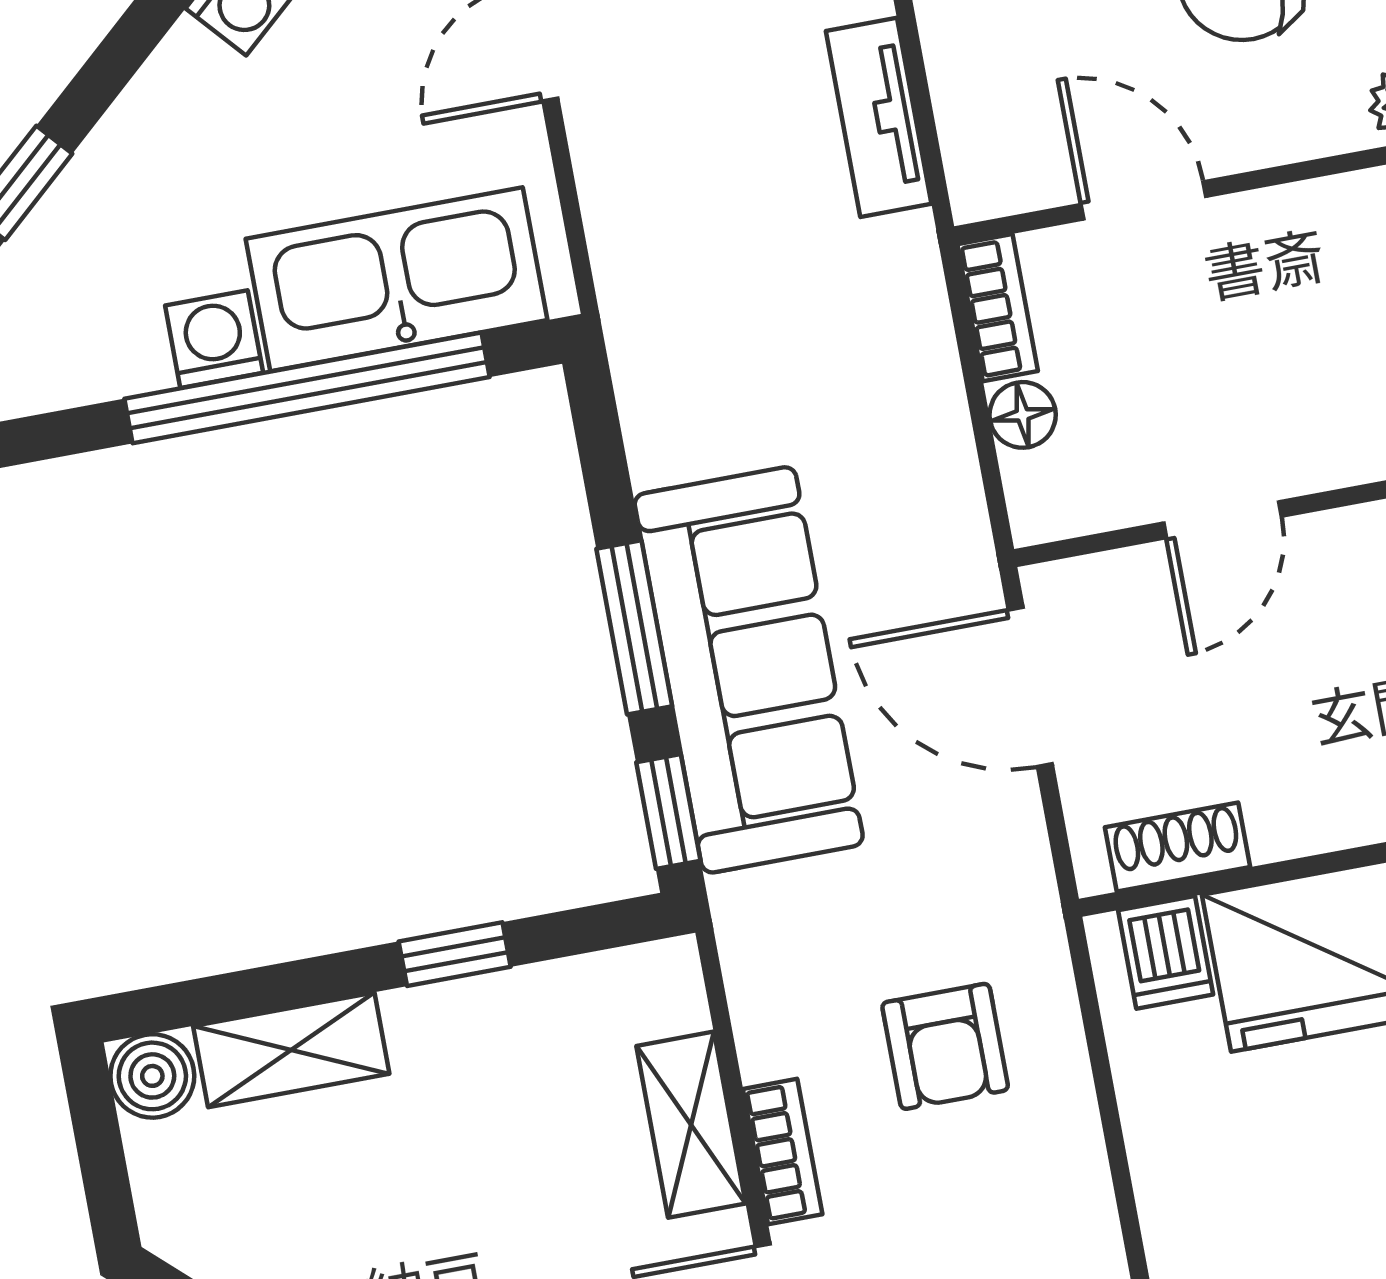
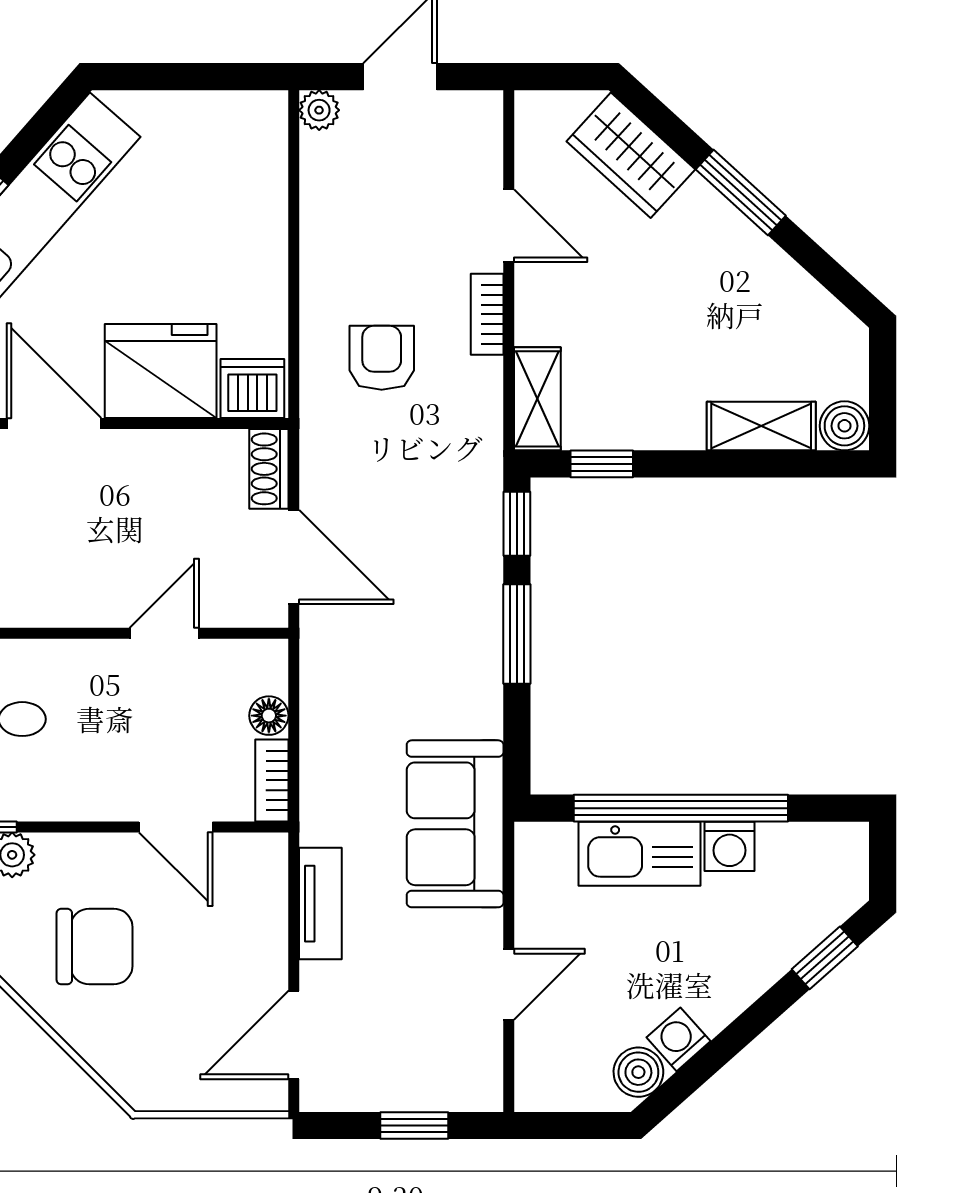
kitchen sink: (396, 279) -> (639, 854), width x0.73, depth x0.81
sofa: (749, 670) -> (455, 824), moved, width x0.73
shoe rack: (1177, 847) -> (269, 469), moved, turned 90
dishwasher: (1166, 952) -> (252, 389), width x1.38
window: (455, 954) -> (602, 464), moved
shelving: (691, 1125) -> (537, 399), moved

